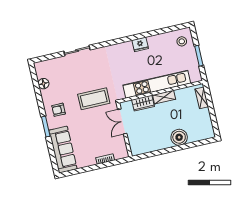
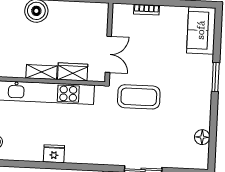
armchair: (59, 110) -> (192, 95), removed
sofa: (63, 150) -> (201, 30), width x0.73

